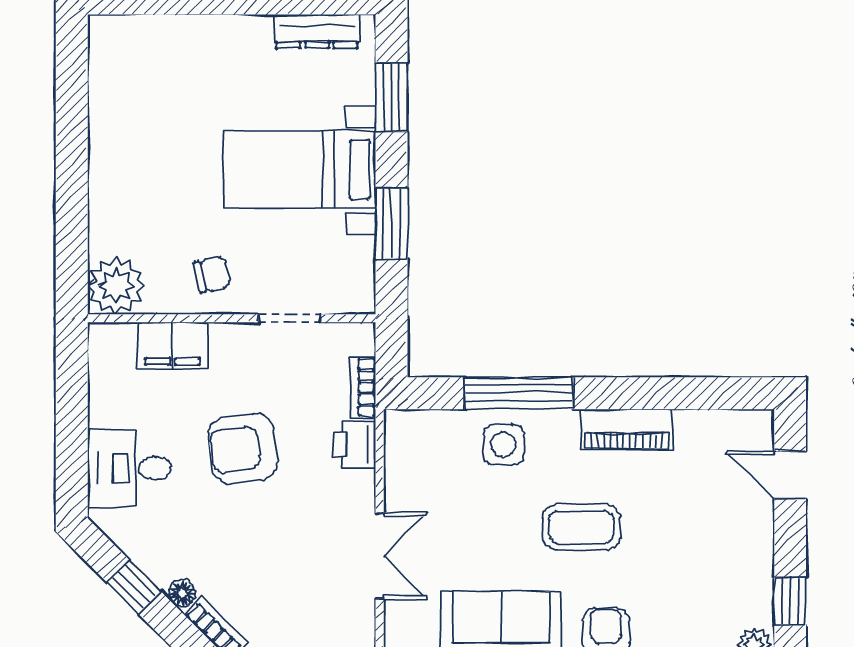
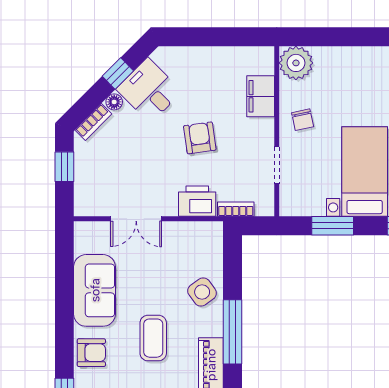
window: (519, 393) -> (232, 332), moved
printer: (355, 444) -> (197, 201), width x1.36, depth x1.24
side table: (503, 445) -> (202, 292), turned -36
armchair: (243, 448) -> (200, 138), width x0.72, depth x0.72
desk: (129, 468) -> (149, 90), moved, turned -45

